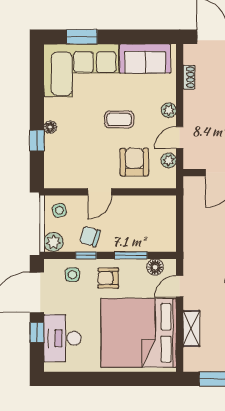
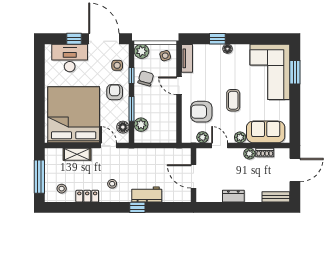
sofa: (145, 58) -> (266, 132), moved, turned 90
plant: (190, 98) -> (249, 154), added
armchair: (134, 162) -> (201, 112), turned 180
tv unit: (63, 181) -> (187, 58), added
plant: (152, 243) -> (141, 125), added

